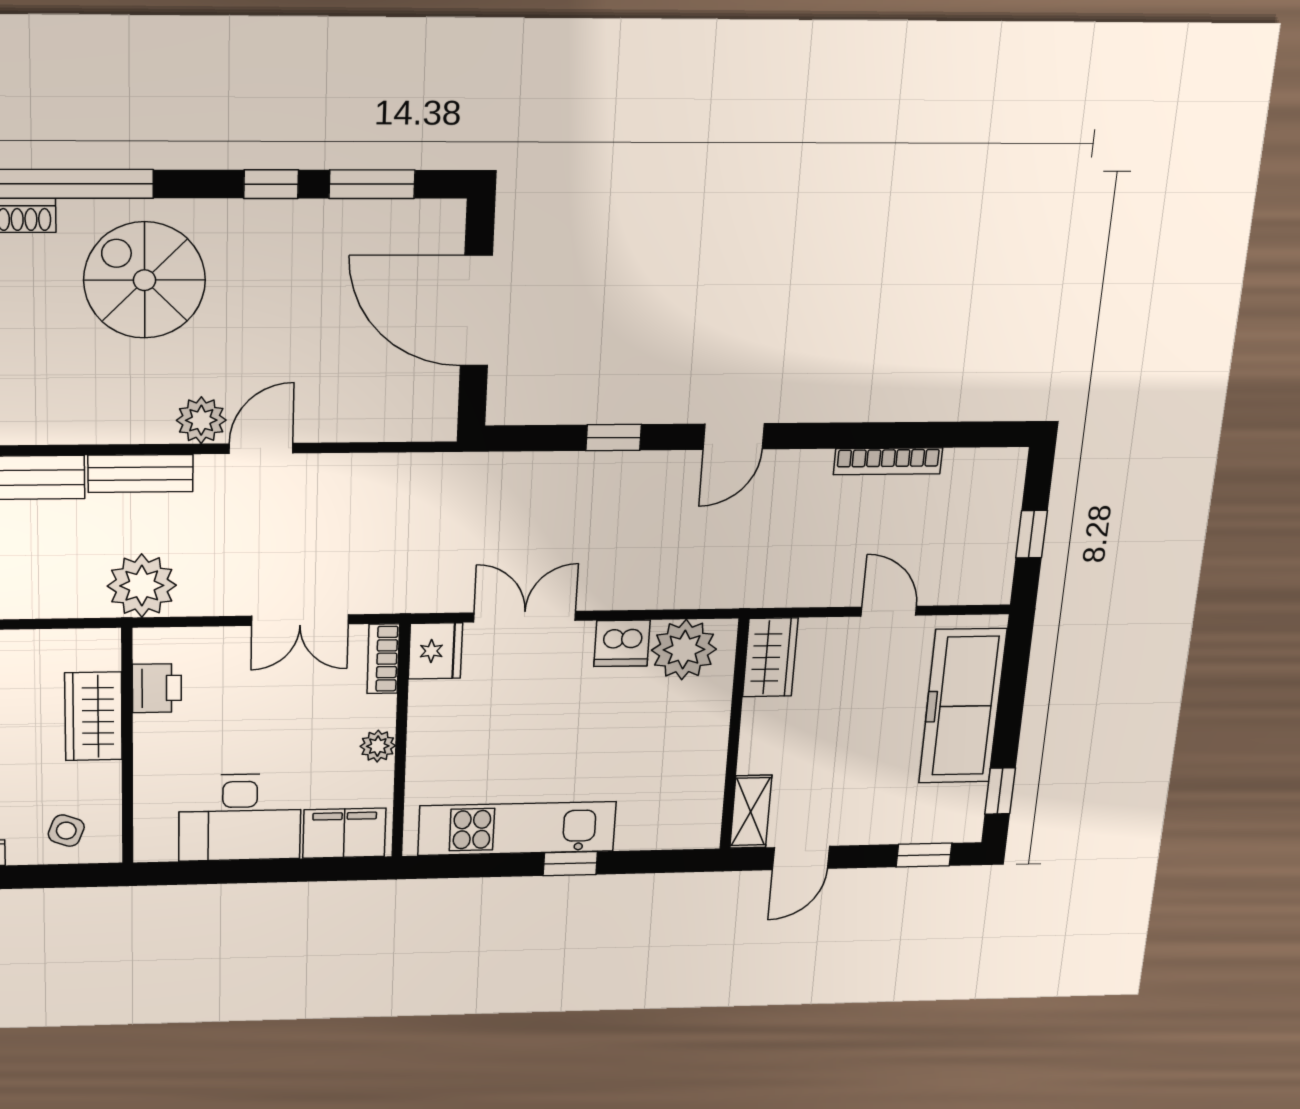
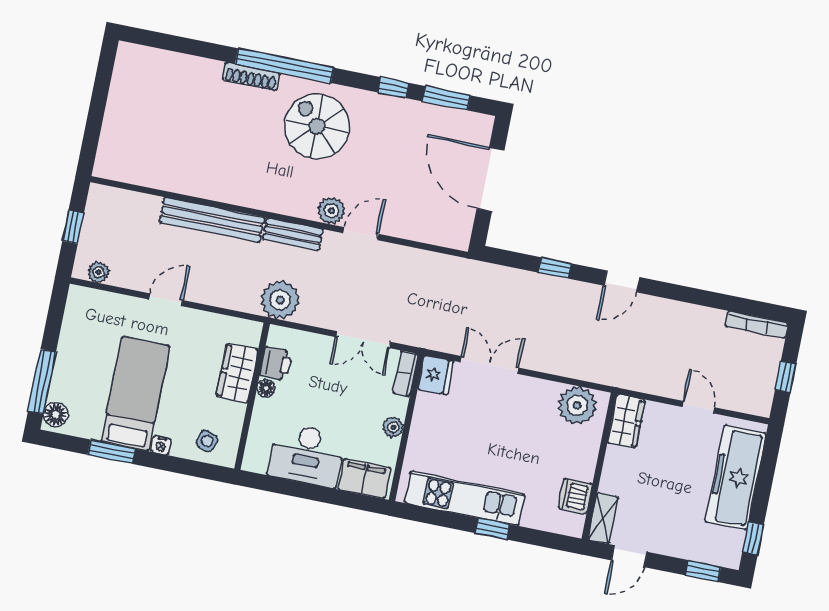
bookcase: (888, 461) -> (757, 325), moved
dishwasher: (622, 643) -> (575, 496), moved, turned 90
floor lamp: (148, 730) -> (266, 388), added

